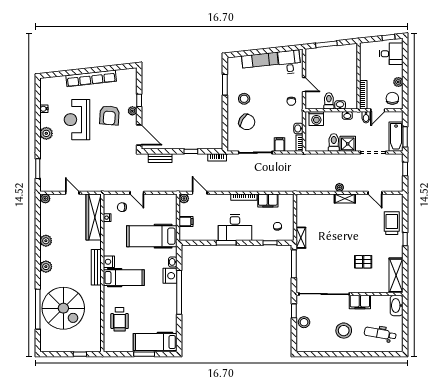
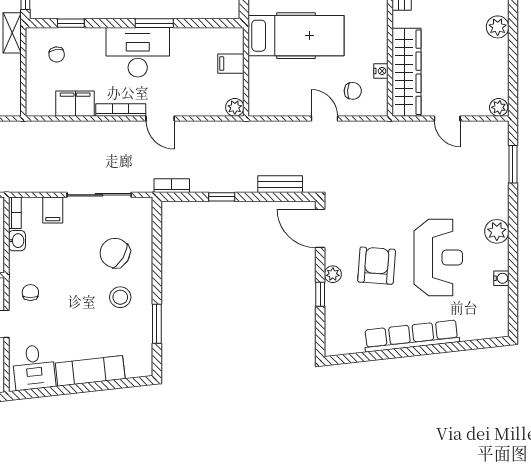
door: (200, 193) -> (160, 118), moved

